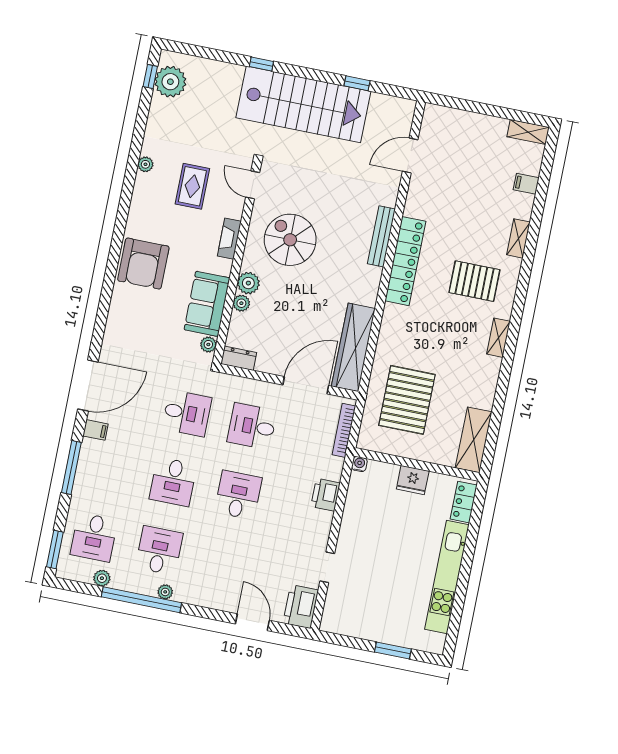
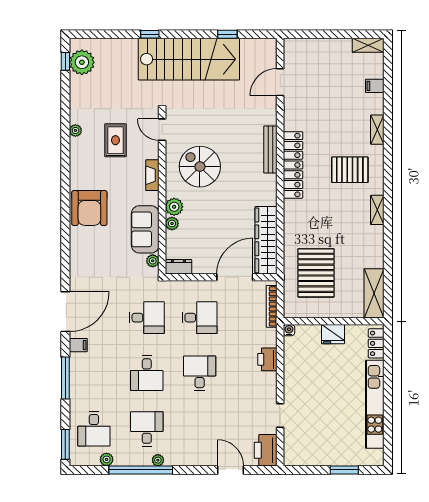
desk: (252, 426) -> (200, 318), turned 180

